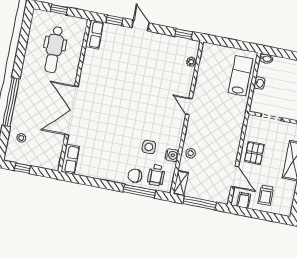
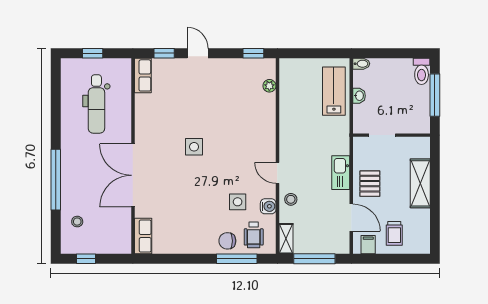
side table: (123, 98) -> (194, 147), added
door: (189, 106) -> (277, 173), moved
kitchen sink: (233, 140) -> (341, 173), added

